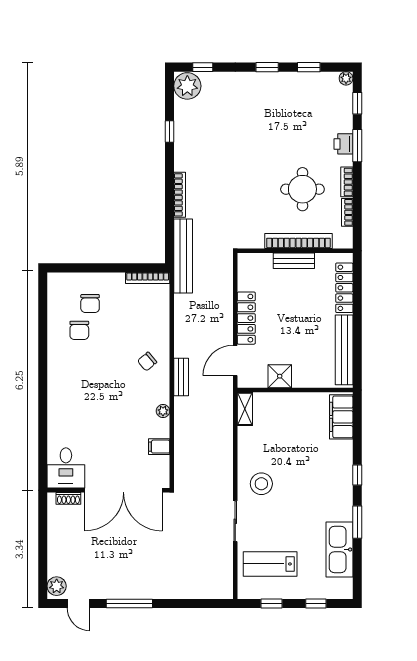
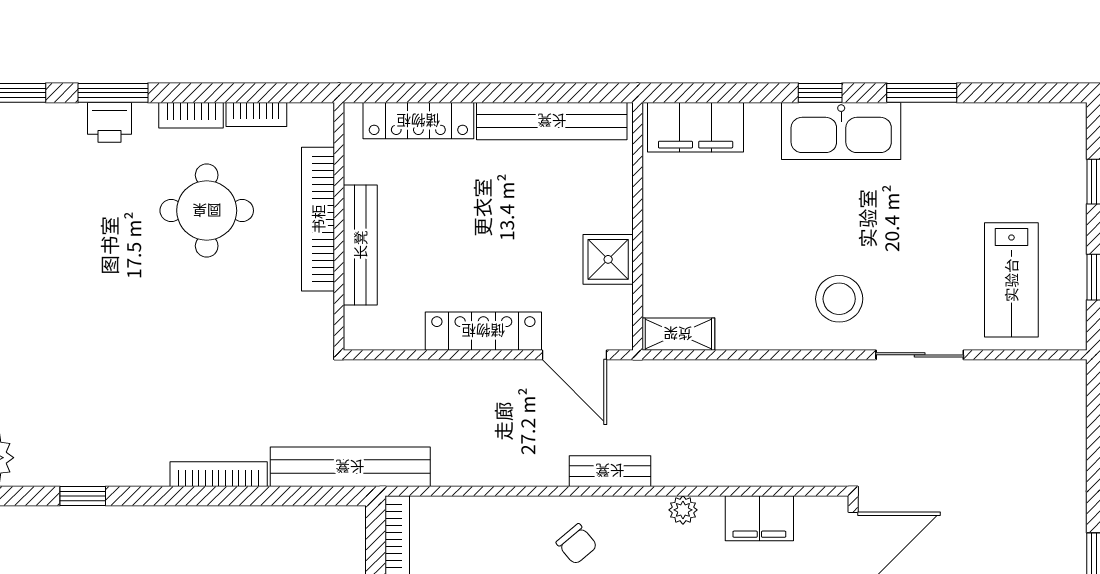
bench: (294, 261) -> (360, 245), width x1.36
filing cabinet: (159, 447) -> (759, 518), width x2.00
kitchen sink: (340, 549) -> (841, 131), moved

